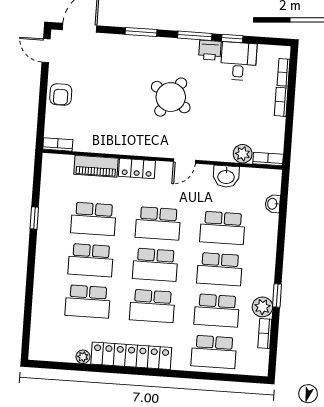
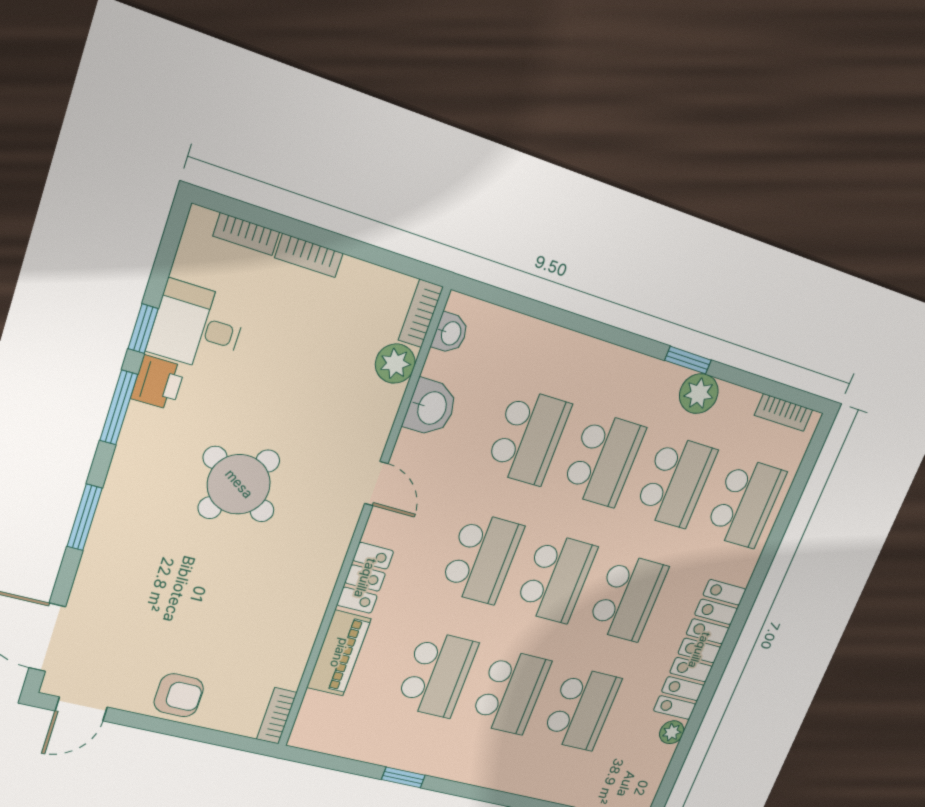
washbasin: (273, 204) -> (450, 333), moved, turned -90
bookcase: (265, 333) -> (784, 413), moved

